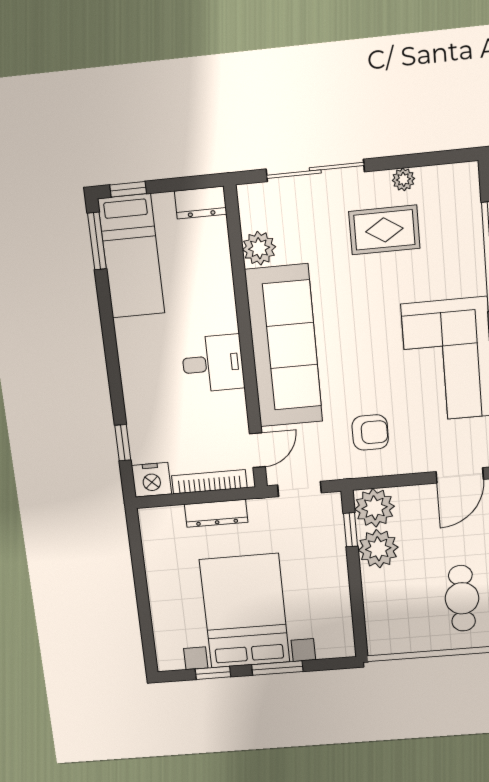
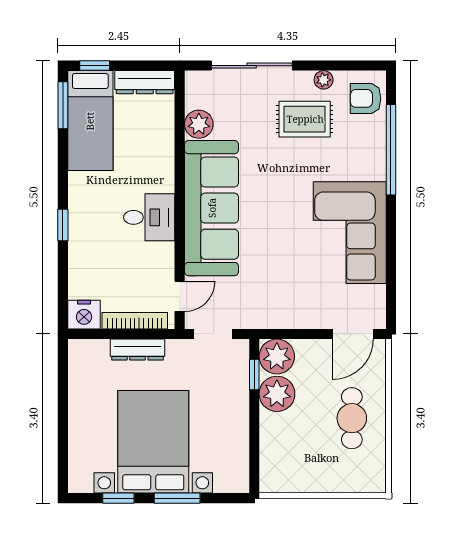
dresser: (200, 203) -> (145, 82), width x1.44
armchair: (370, 432) -> (366, 98), moved, turned 180
window: (123, 443) -> (63, 225), moved
cafe table: (462, 598) -> (352, 418), moved

